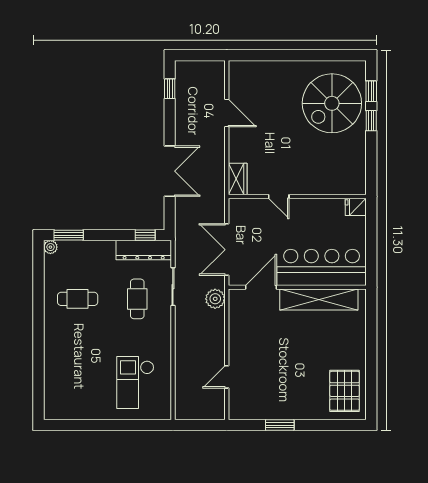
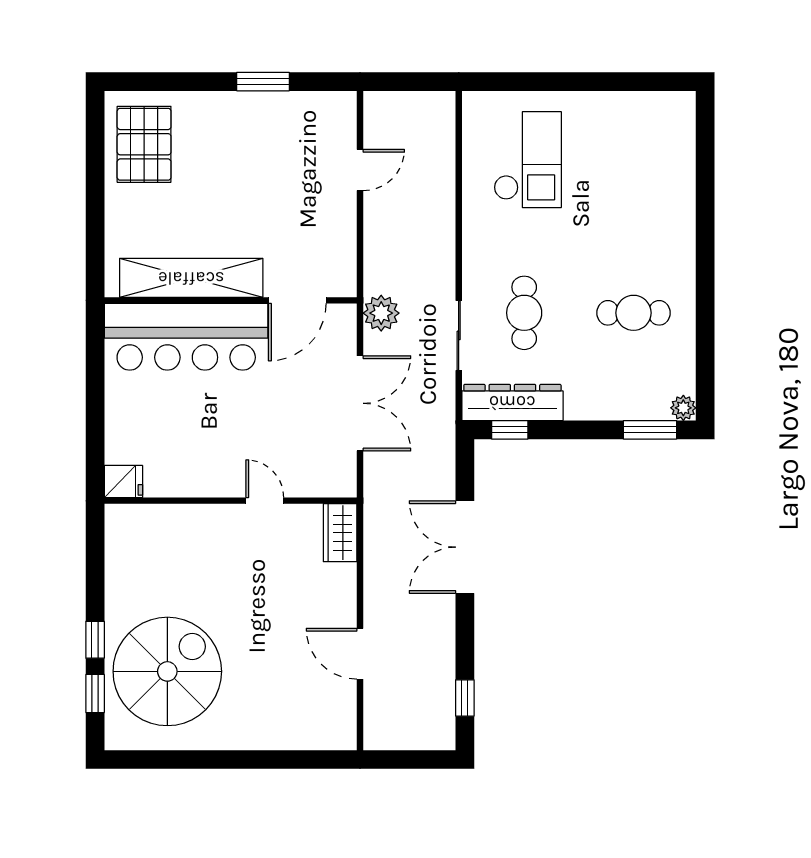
bar counter: (322, 267) -> (186, 337), moved
door: (261, 287) -> (297, 300), moved
wall: (297, 287) -> (231, 300), moved
shelving: (319, 300) -> (191, 278), moved

